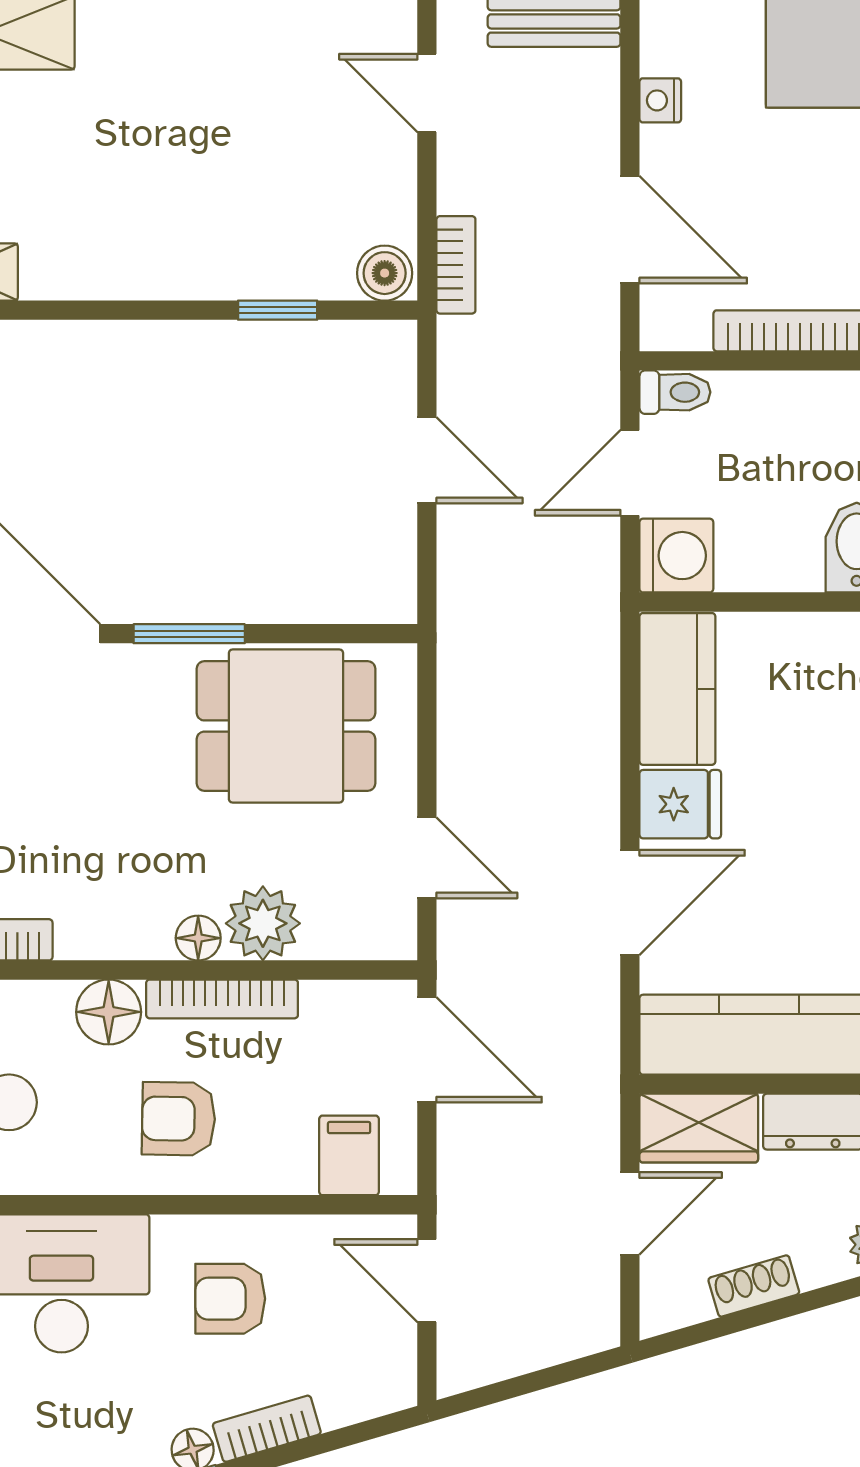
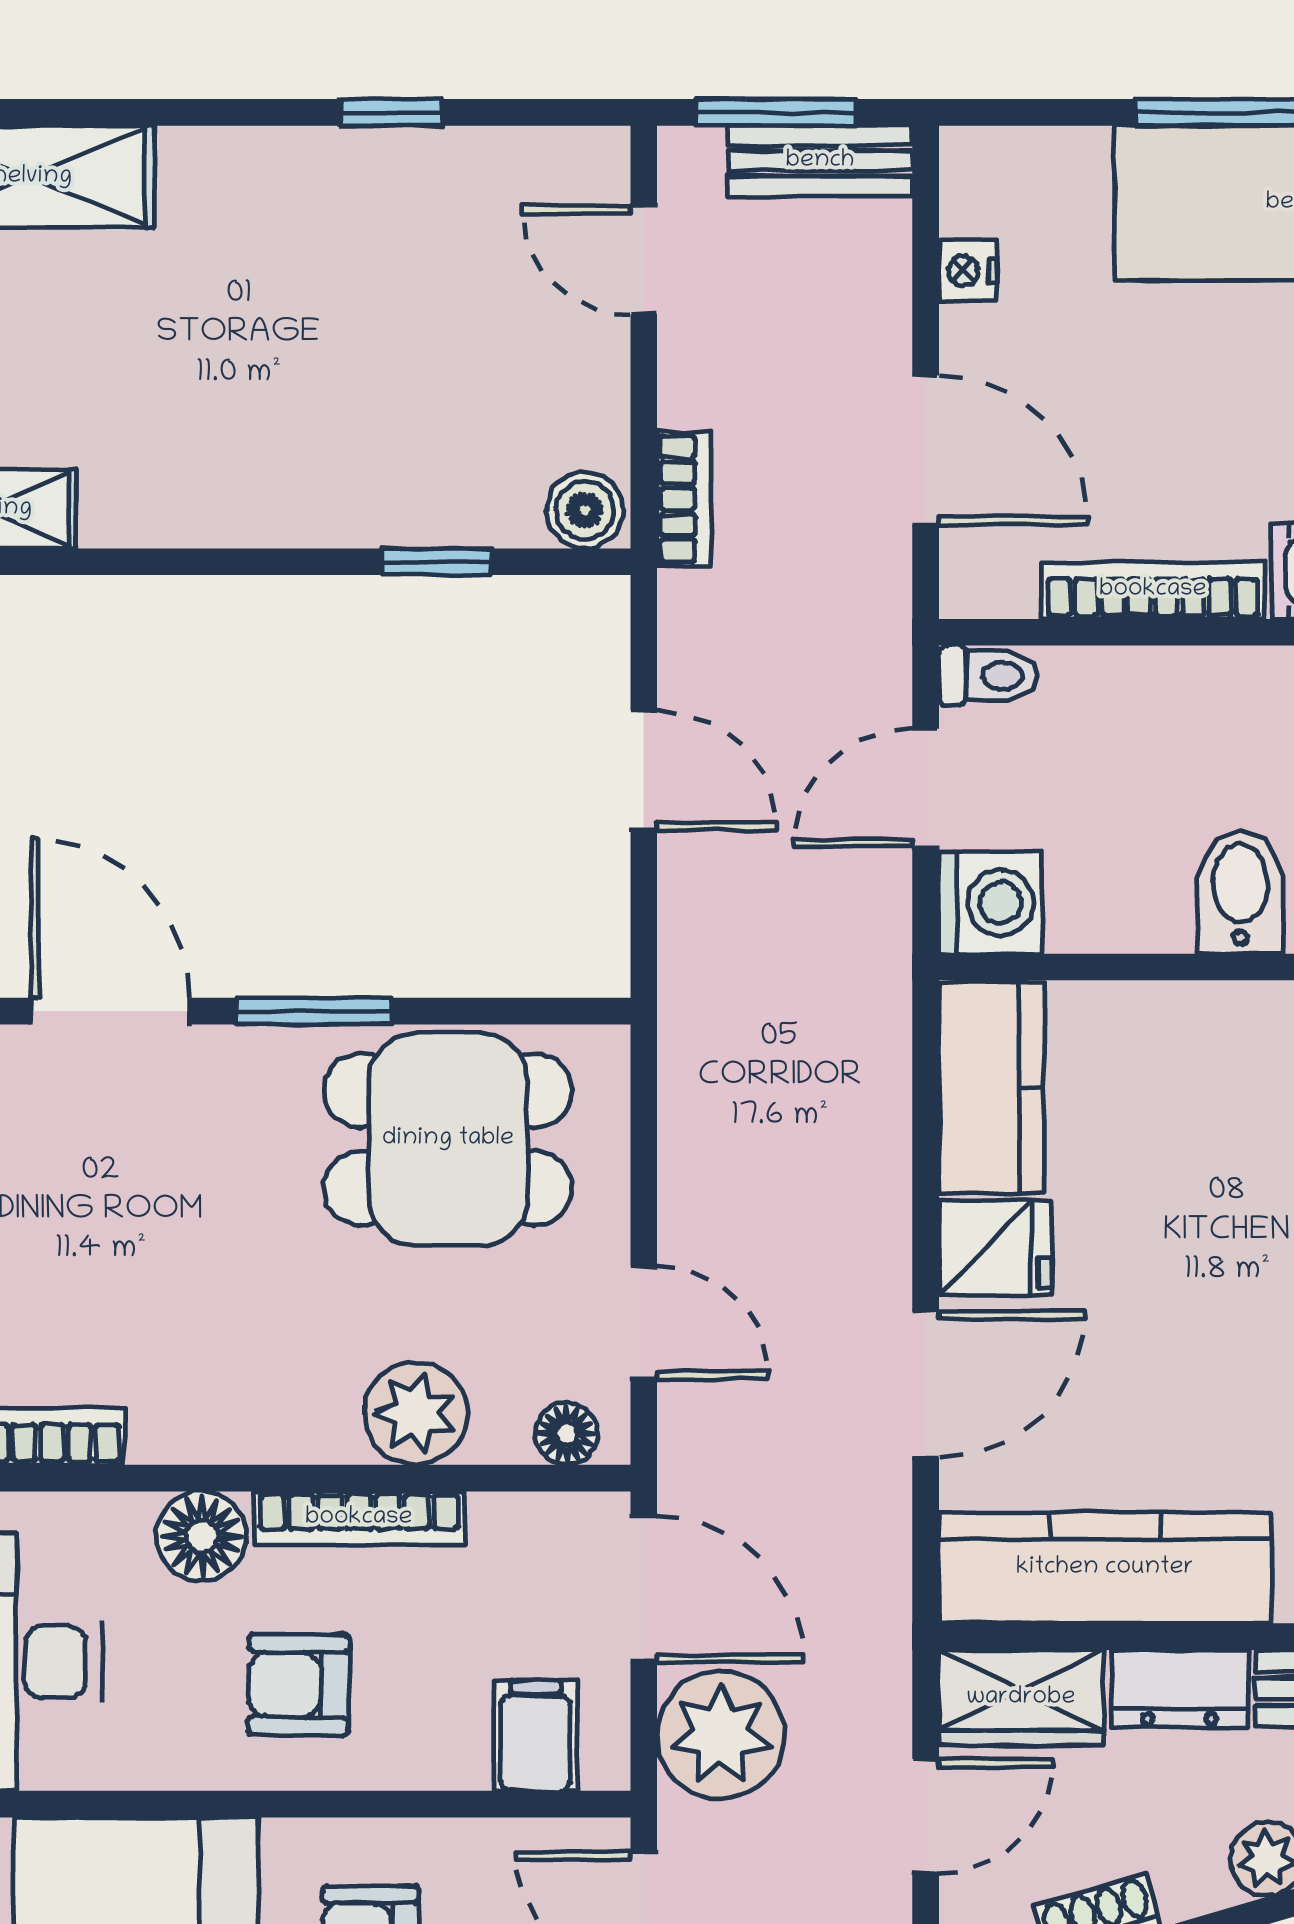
floor lamp: (198, 938) -> (567, 1434), moved
plant: (482, 1155) -> (721, 1735), added

